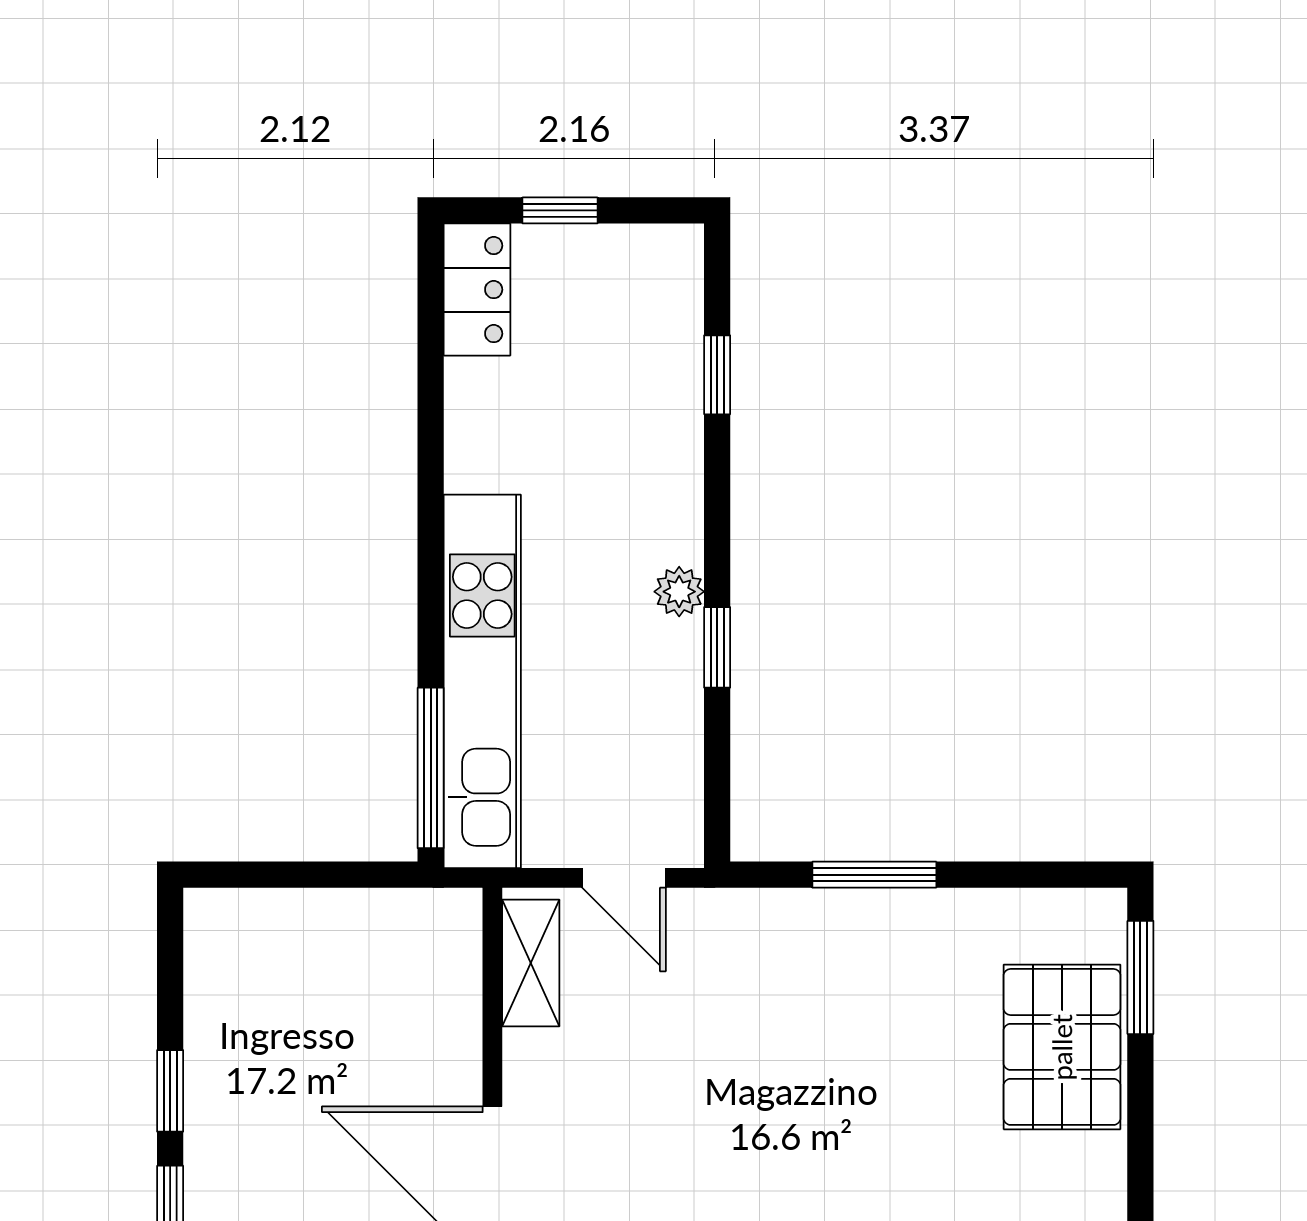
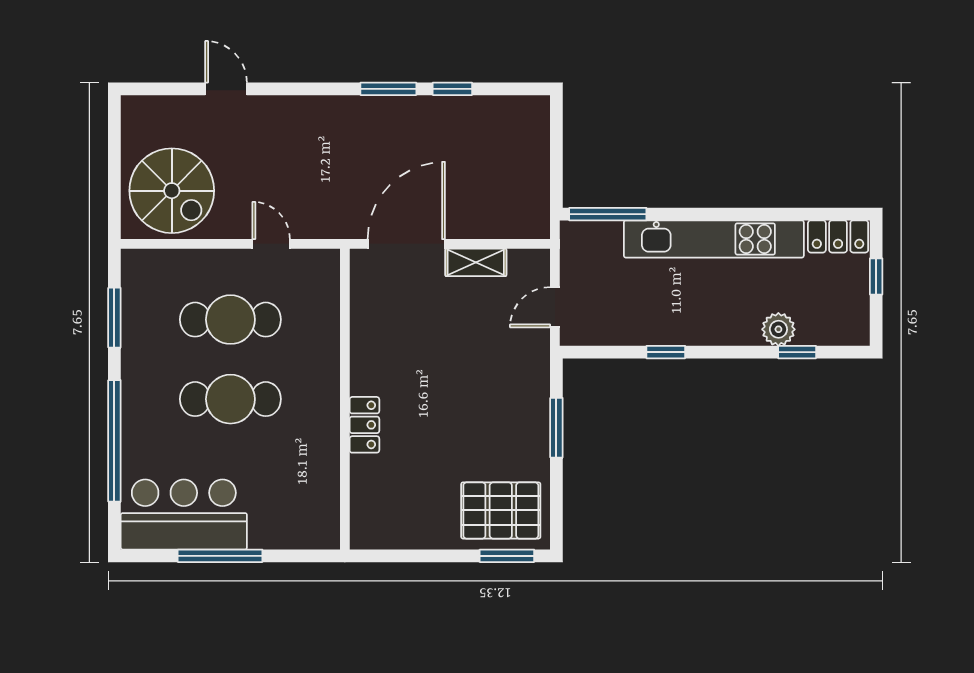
plant: (679, 592) -> (778, 329), moved, width x1.38, depth x1.38
kitchen unit: (482, 681) -> (714, 239), moved
shelving: (531, 963) -> (476, 262), moved
pallet: (1062, 1047) -> (501, 510), moved

